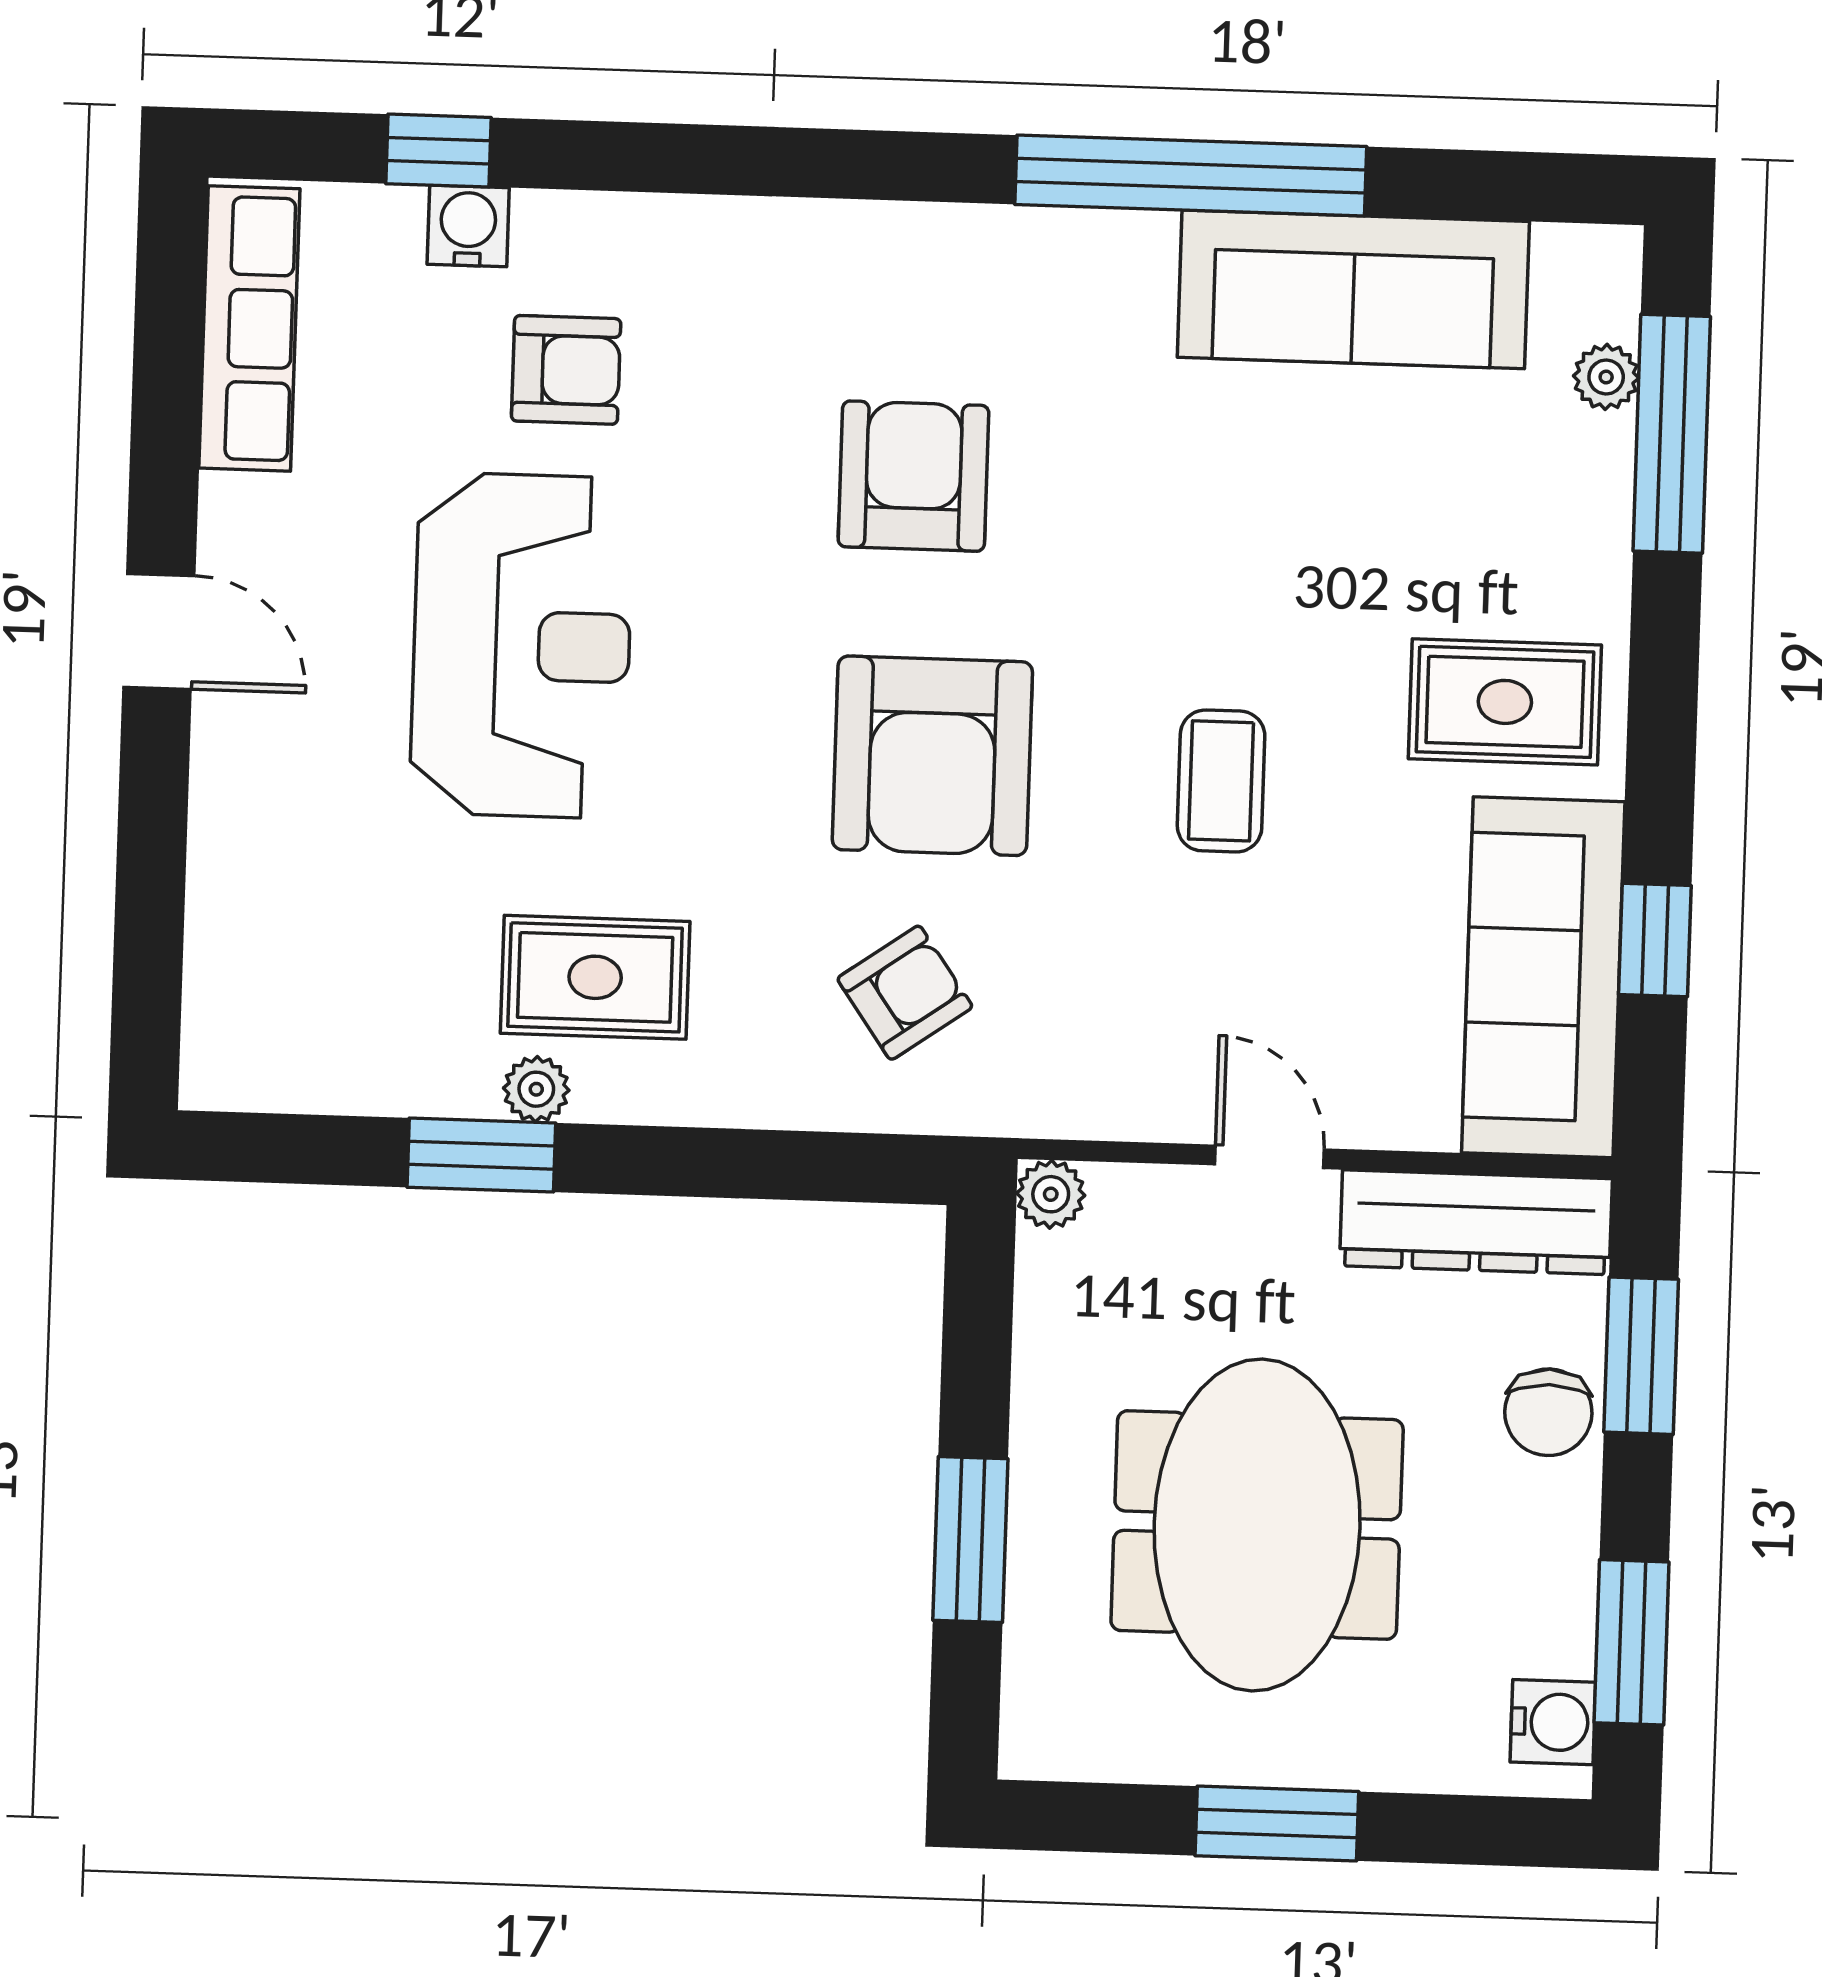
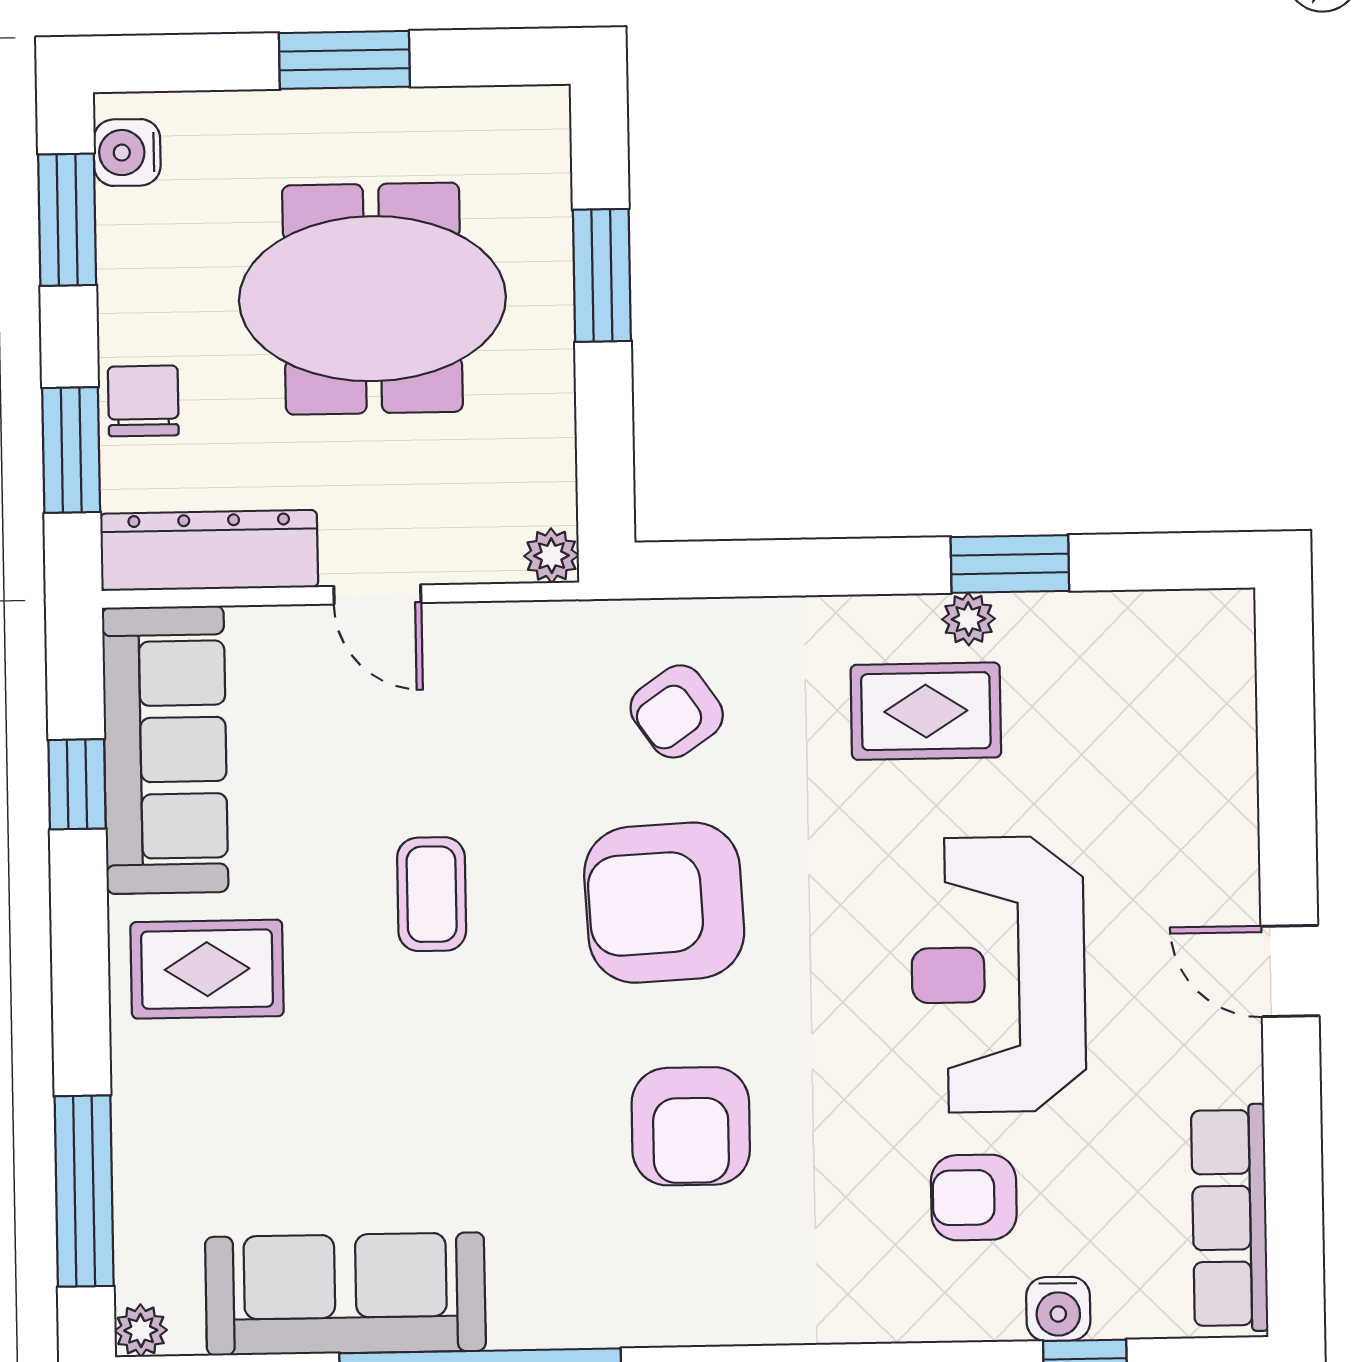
plant: (1606, 377) -> (141, 1330), moved
armchair: (932, 756) -> (664, 903), turned -93
meeting table: (1257, 1525) -> (372, 299), turned 90

